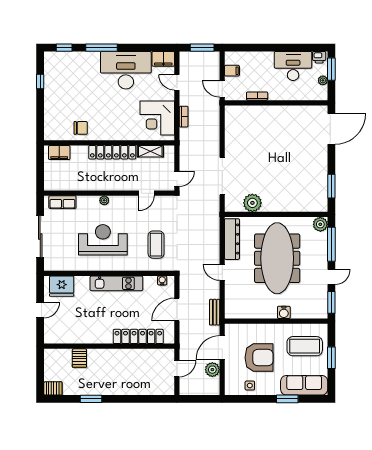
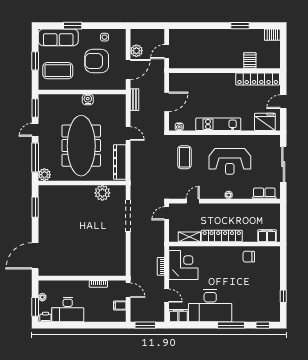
water cooler: (284, 312) -> (88, 99), moved
locker: (138, 336) -> (258, 79), moved

